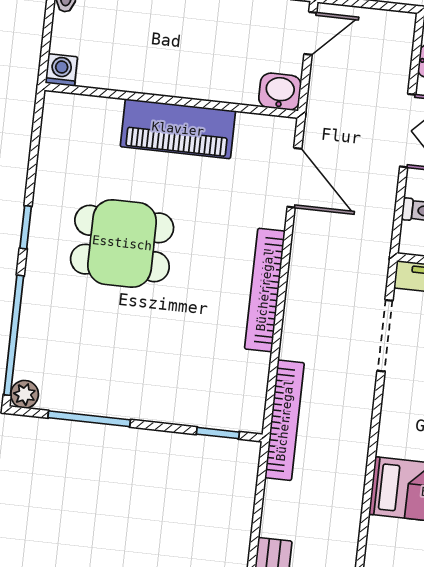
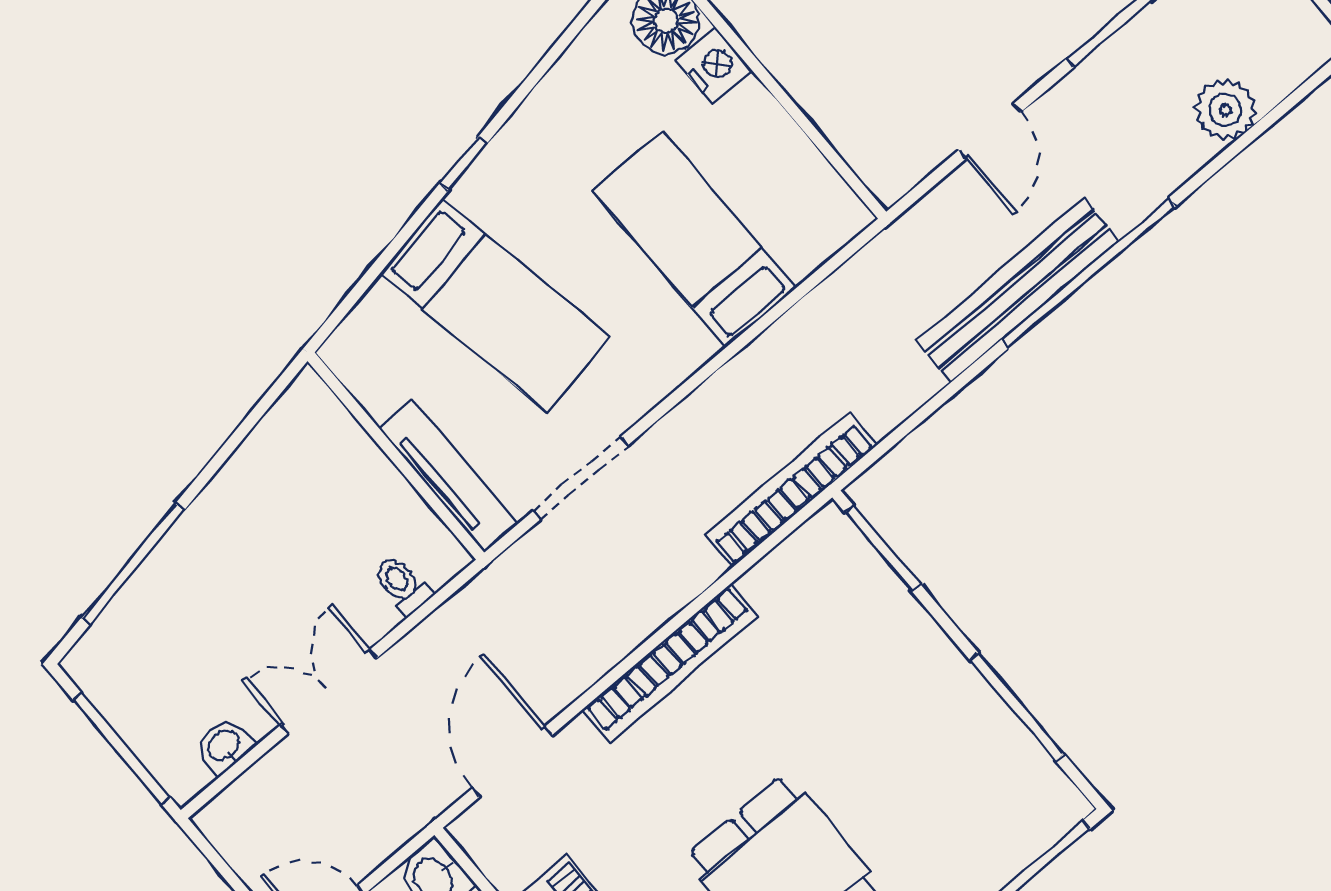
plant: (25, 394) -> (1065, 807), removed
window: (218, 433) -> (883, 549), width x1.50

